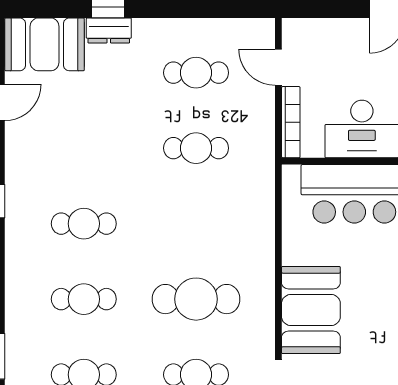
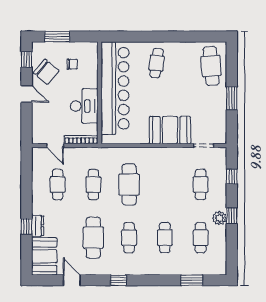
door: (278, 67) -> (55, 146), hinge flipped
cafe table: (84, 148) -> (93, 238), added
cafe table: (196, 299) -> (129, 185), moved

